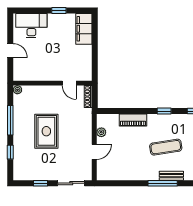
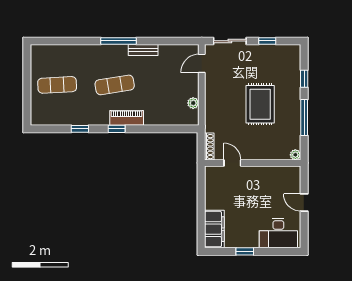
piano: (133, 120) -> (127, 118), moved
door: (94, 152) -> (202, 63), moved
bench: (171, 176) -> (143, 50), moved

